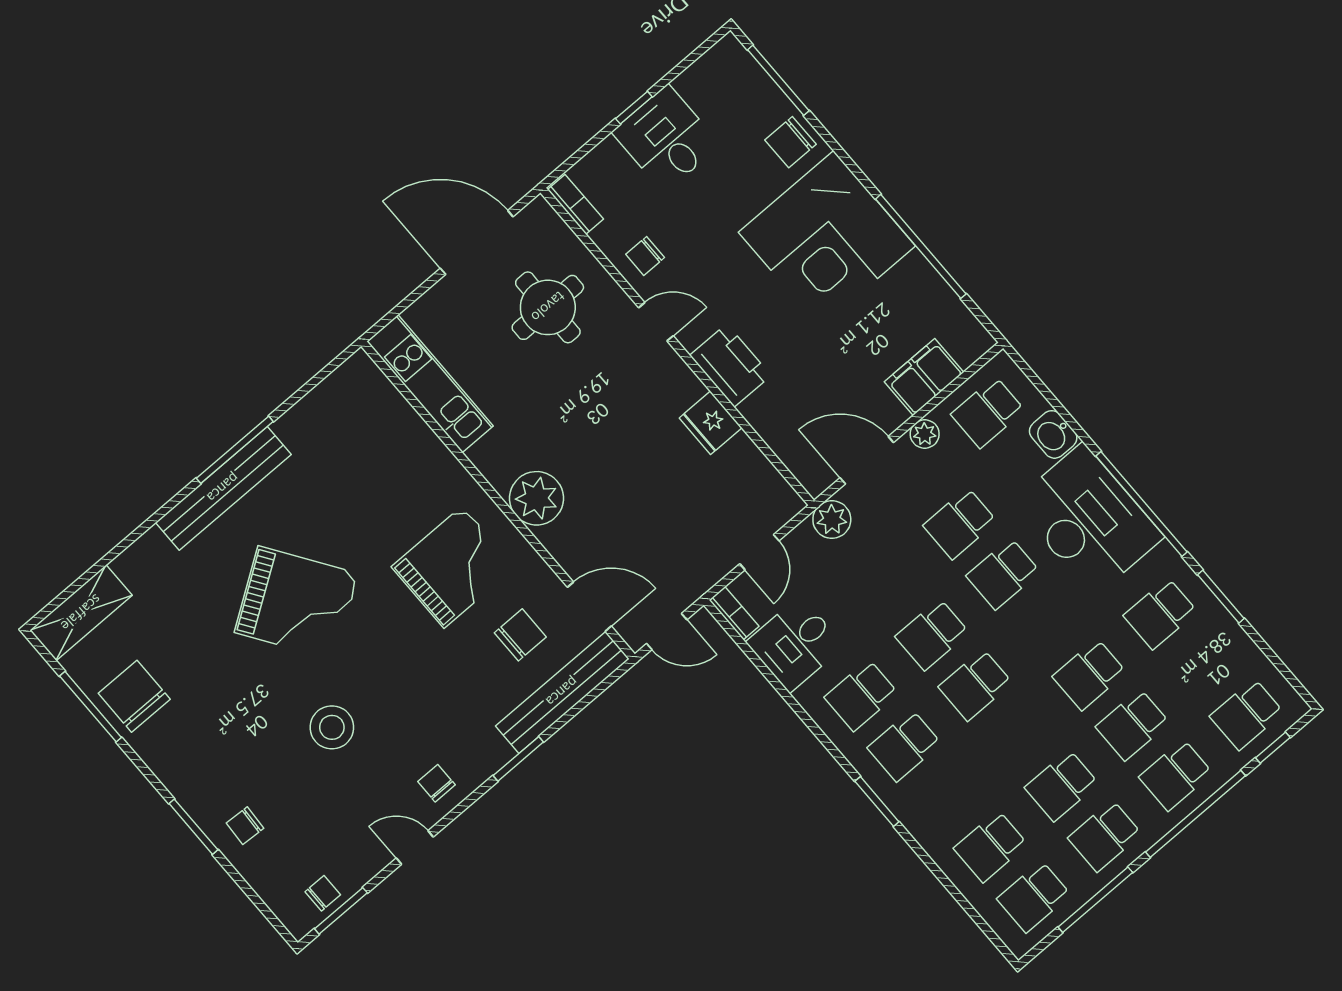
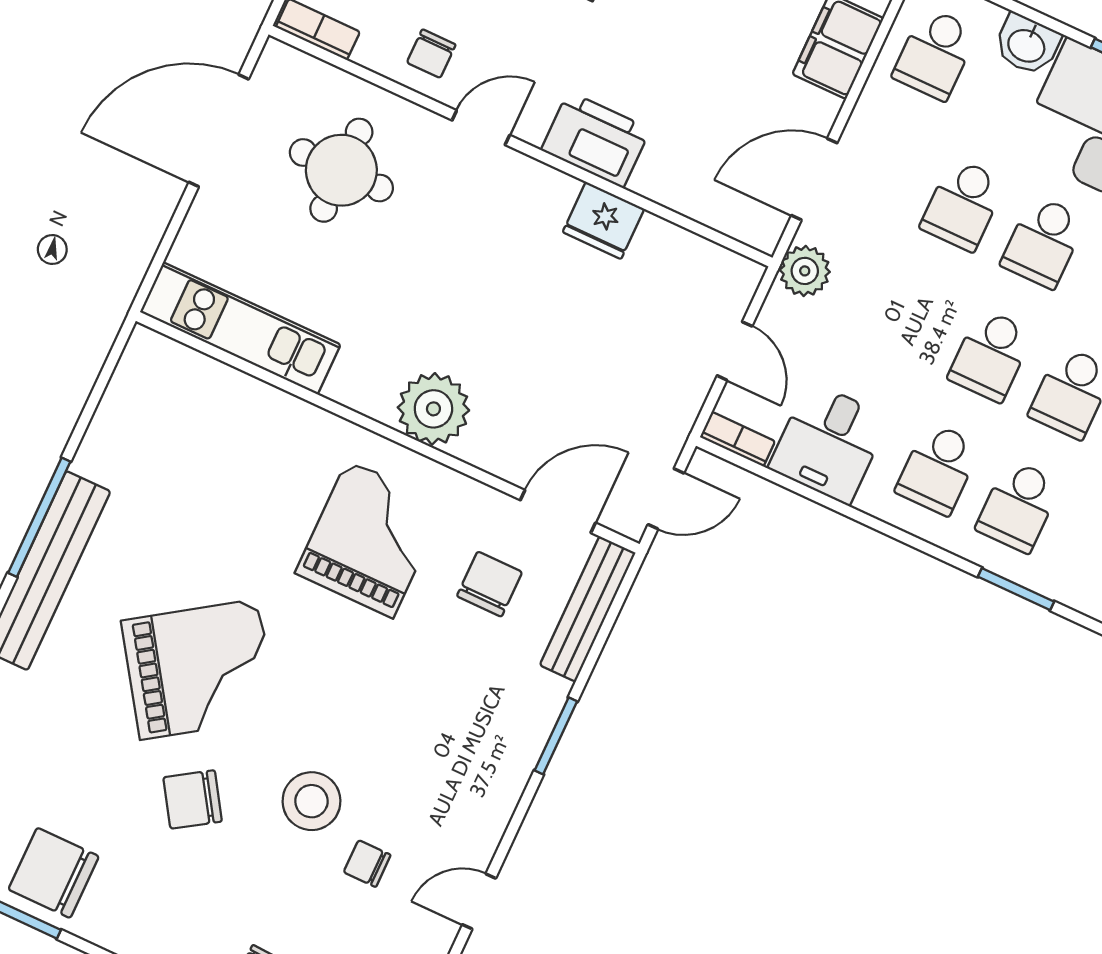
plant: (925, 434) -> (870, 115), removed
chair: (252, 689) -> (193, 799), added
bench: (562, 692) -> (588, 609), width x0.73, depth x0.82
chair: (436, 783) -> (367, 864), moved

